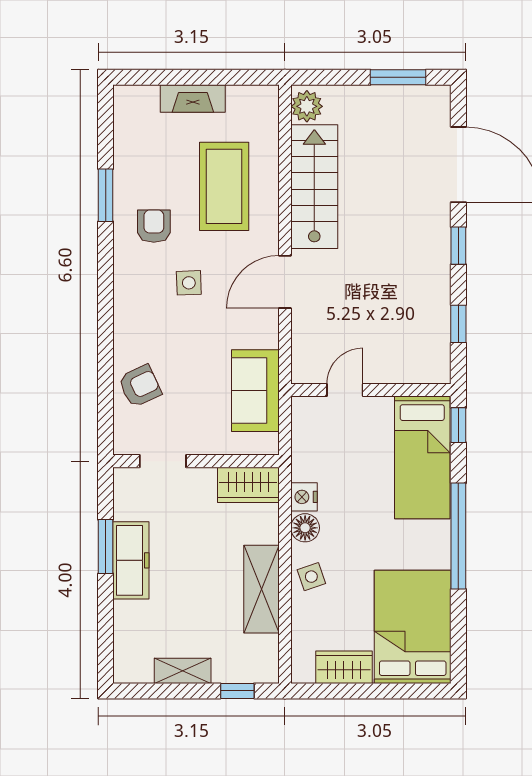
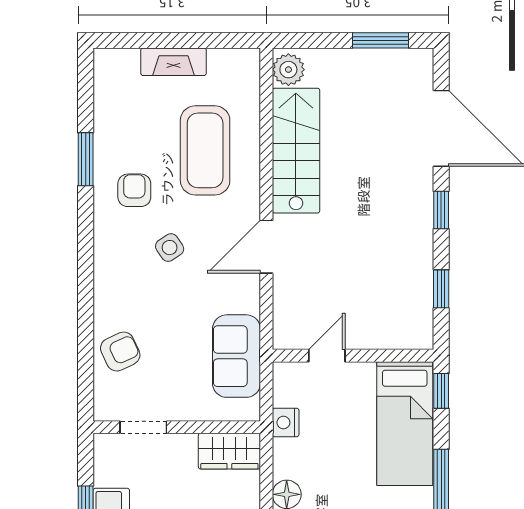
side table: (189, 283) -> (170, 248), turned -32
nightstand: (304, 497) -> (286, 423), moved

